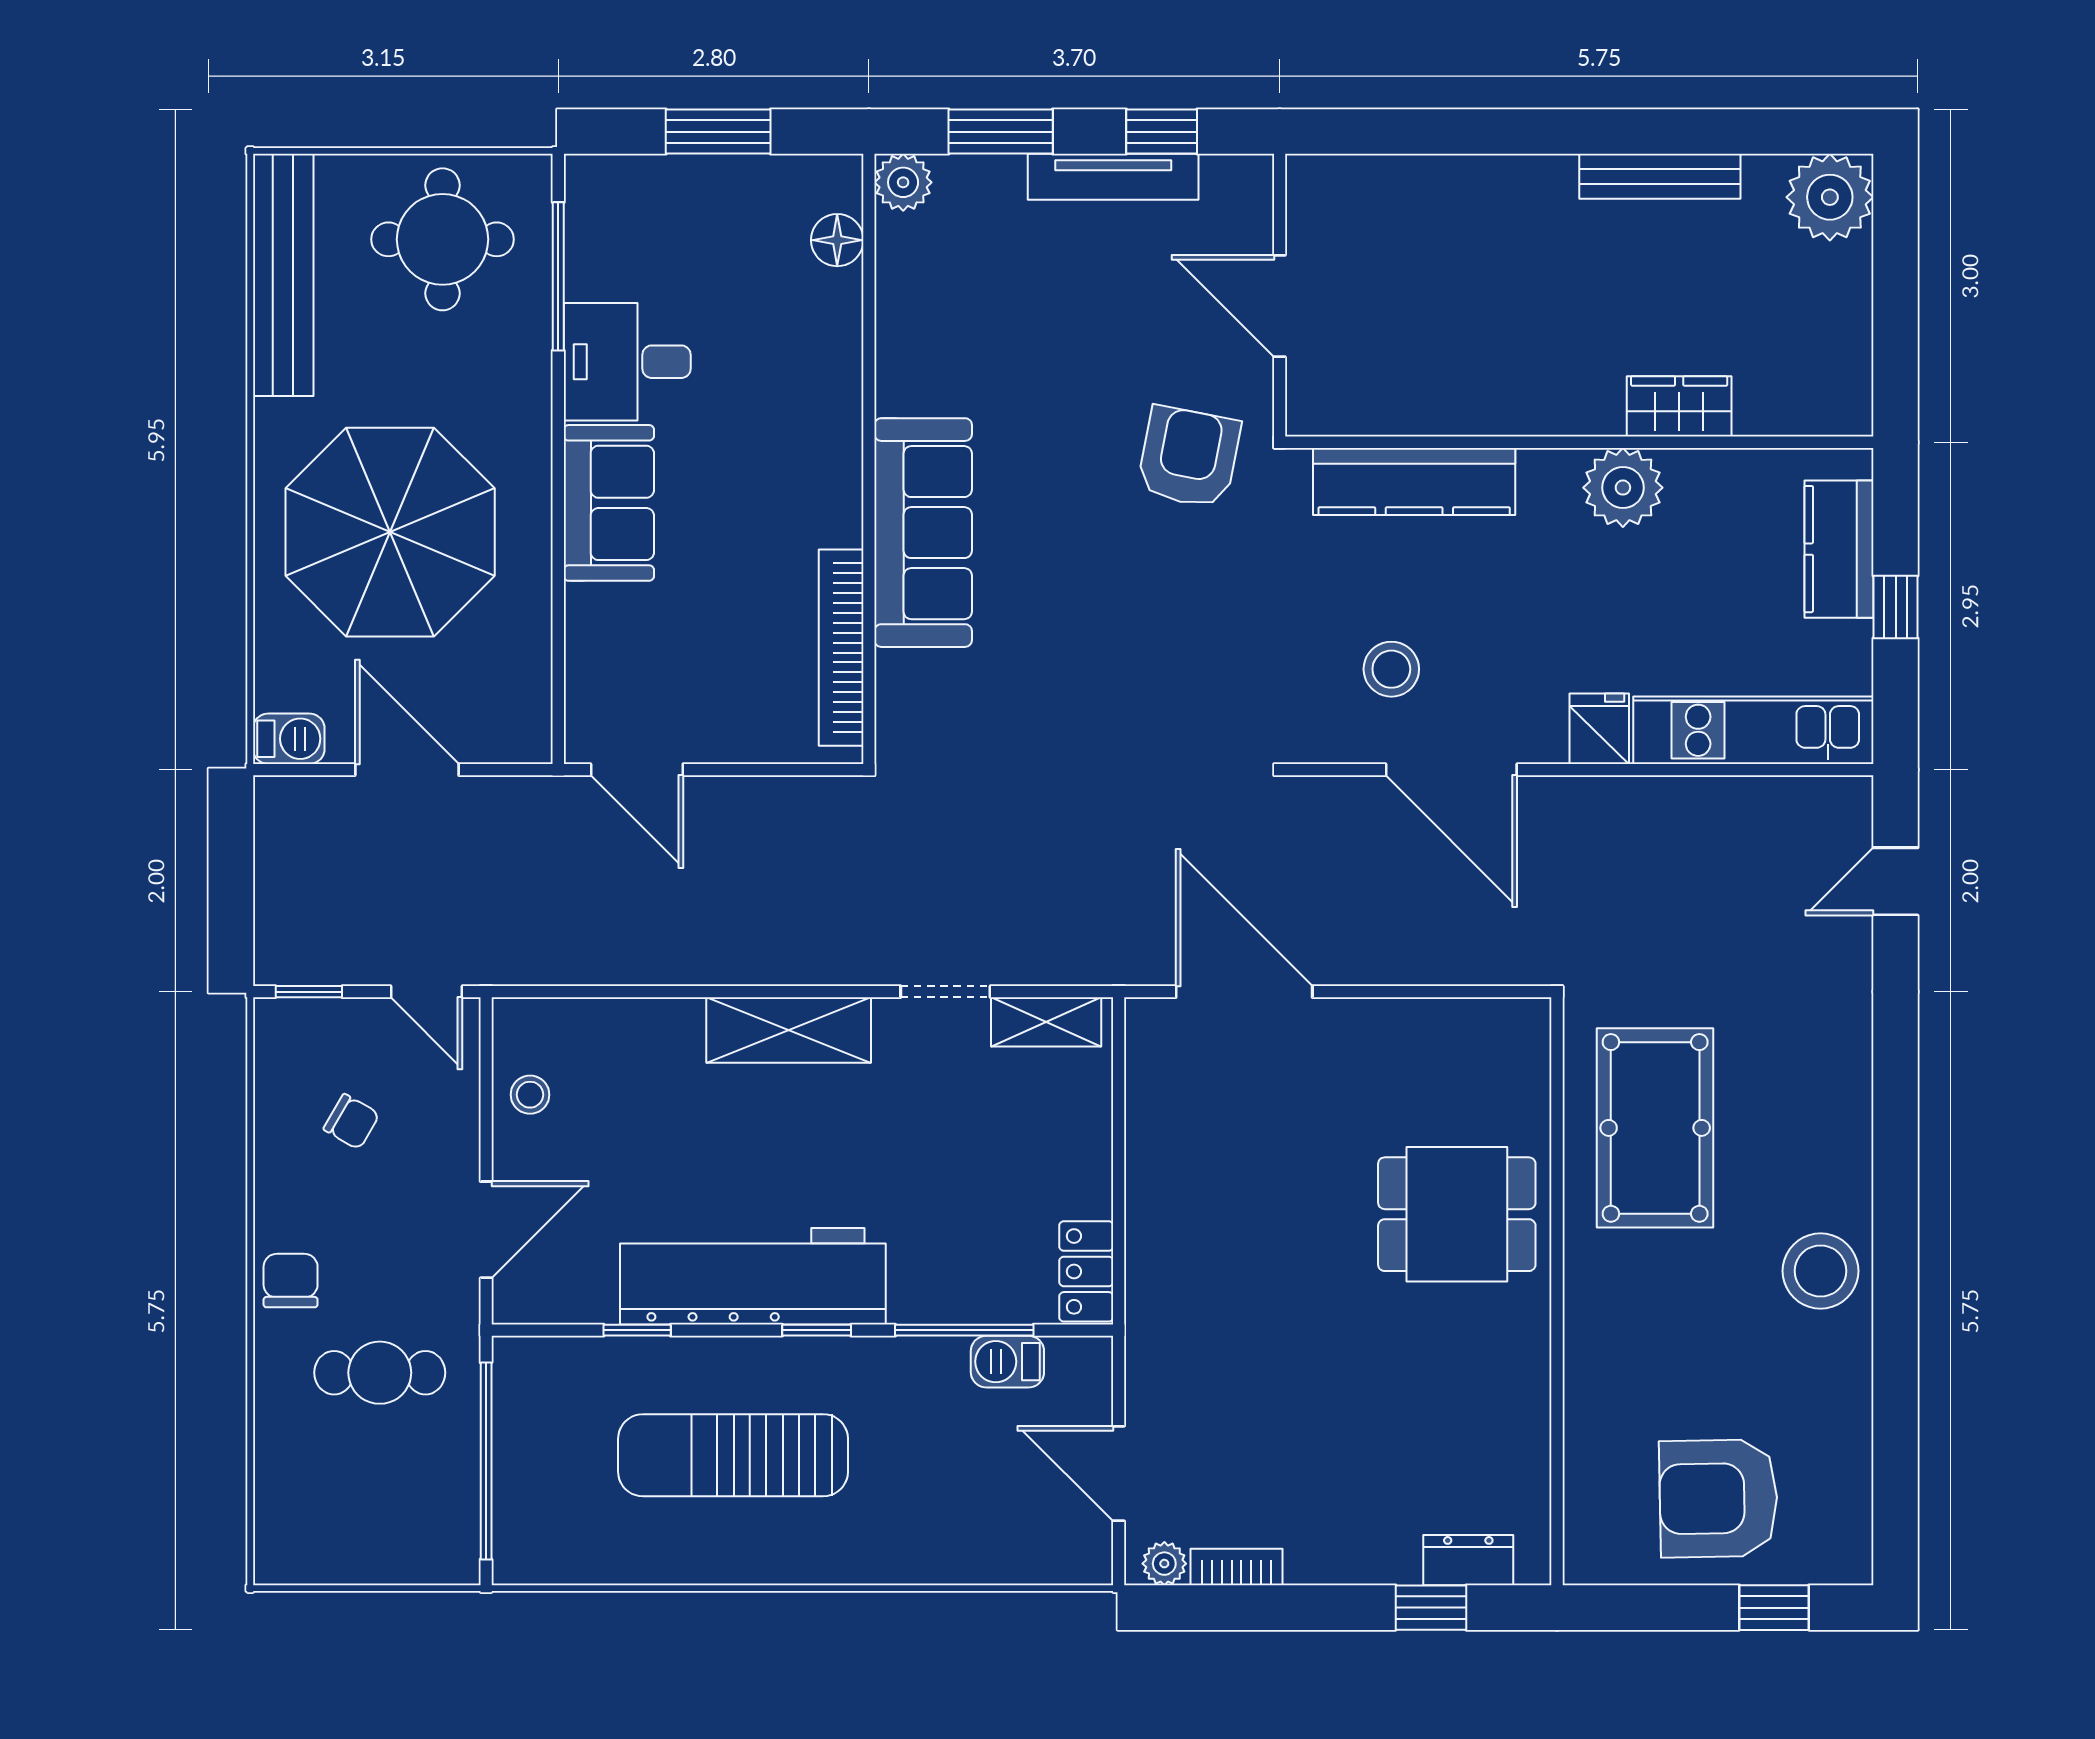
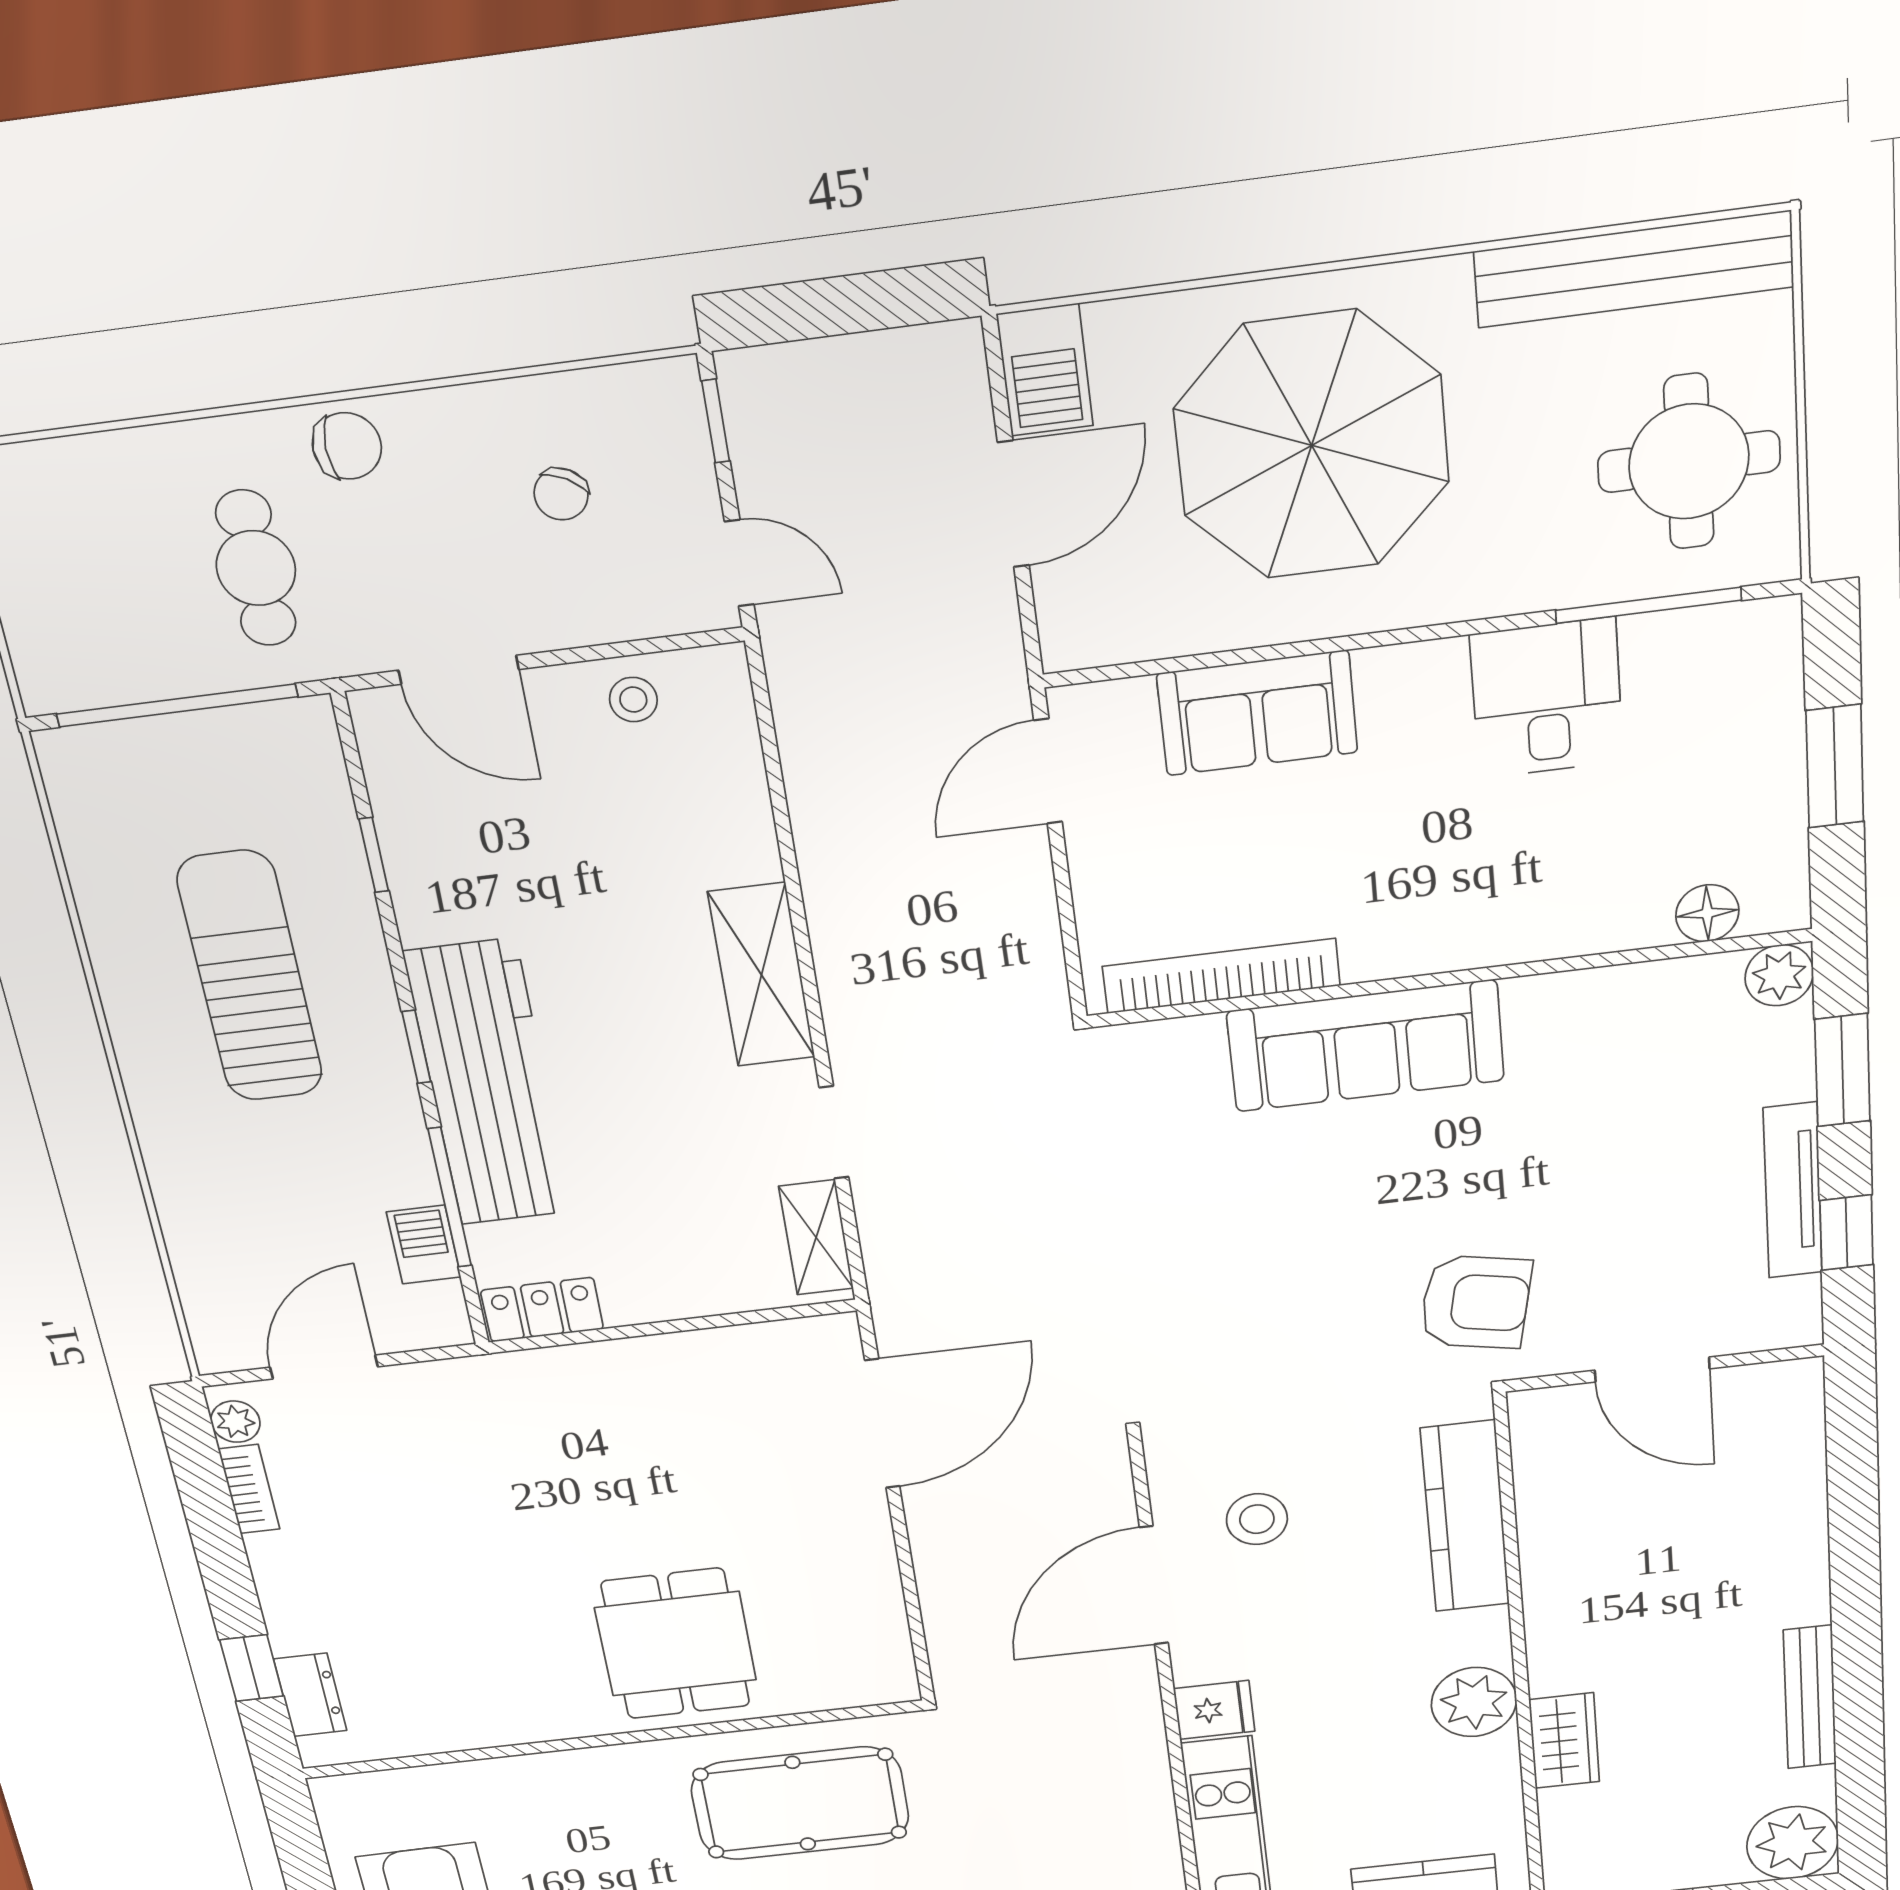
door: (1280, 306) -> (1652, 1370), swing flipped
sofa: (609, 503) -> (1257, 713), moved
barbecue: (289, 739) -> (1045, 370), width x1.38, depth x1.27
door: (427, 992) -> (739, 563), swing flipped
workbench: (753, 1276) -> (488, 1083), moved

